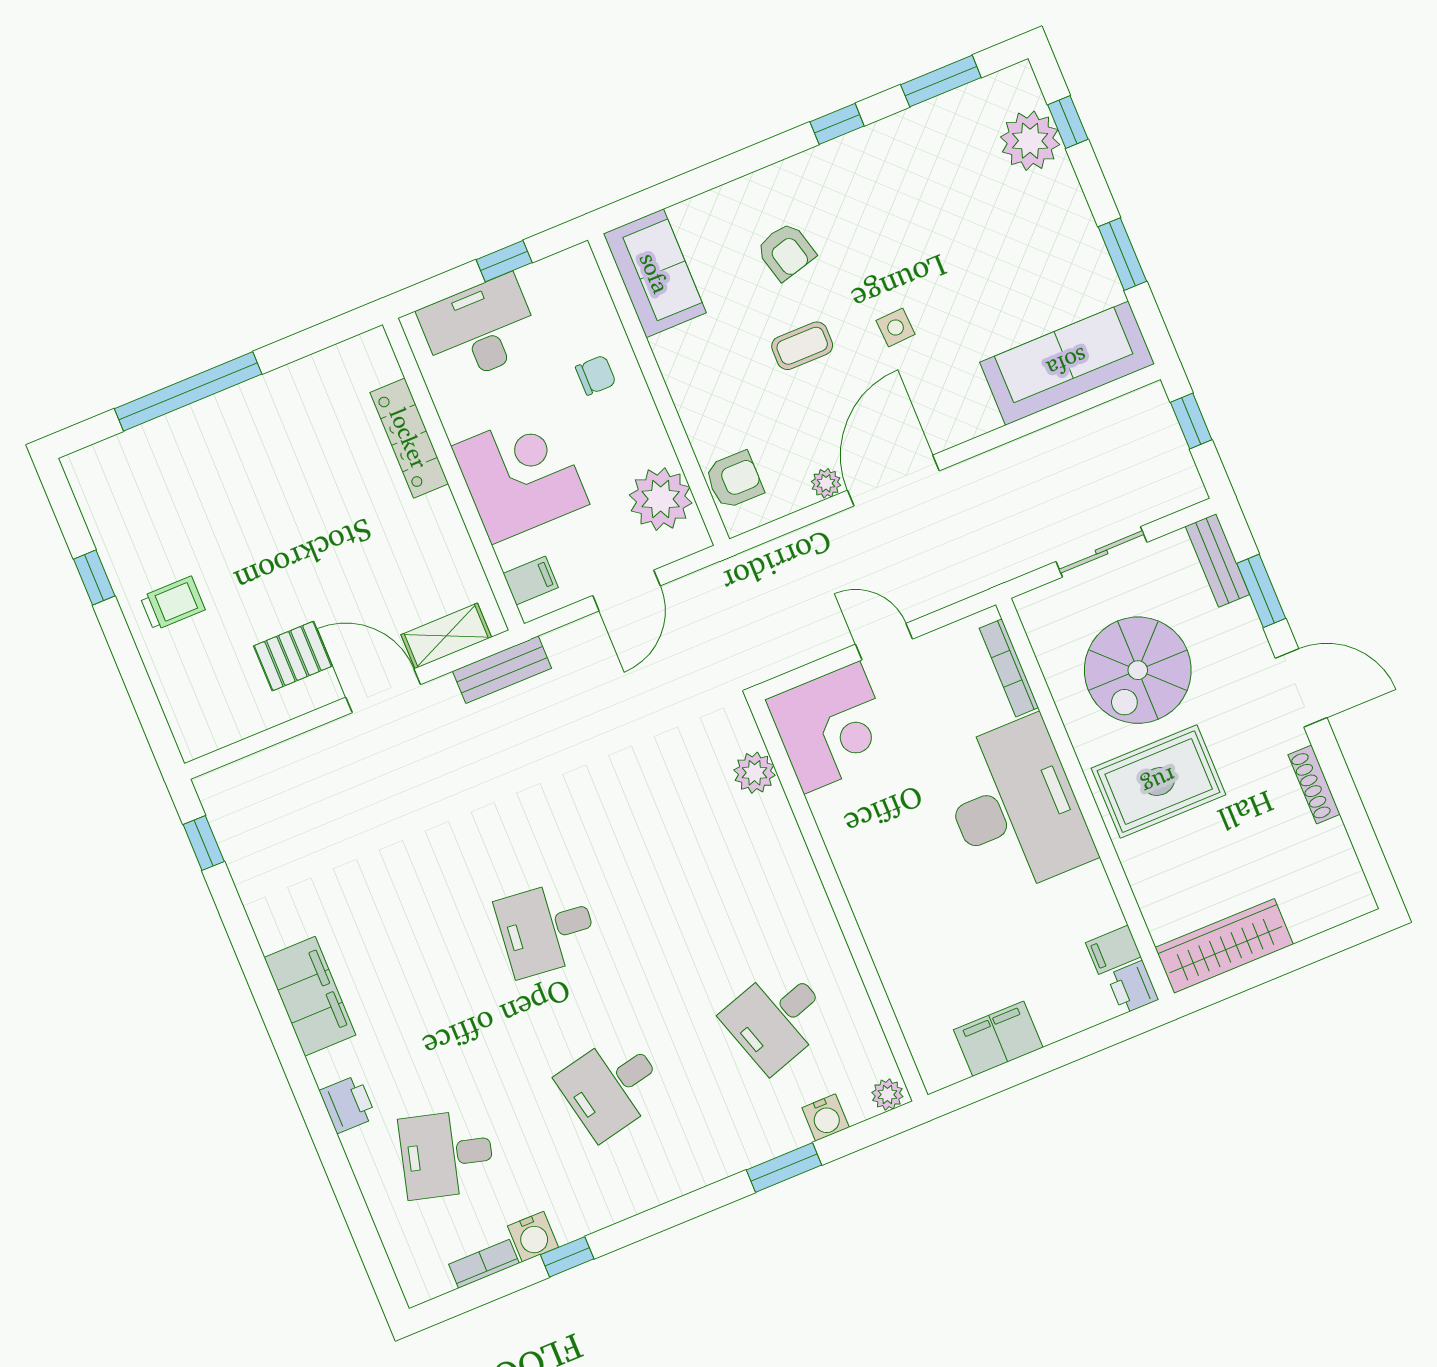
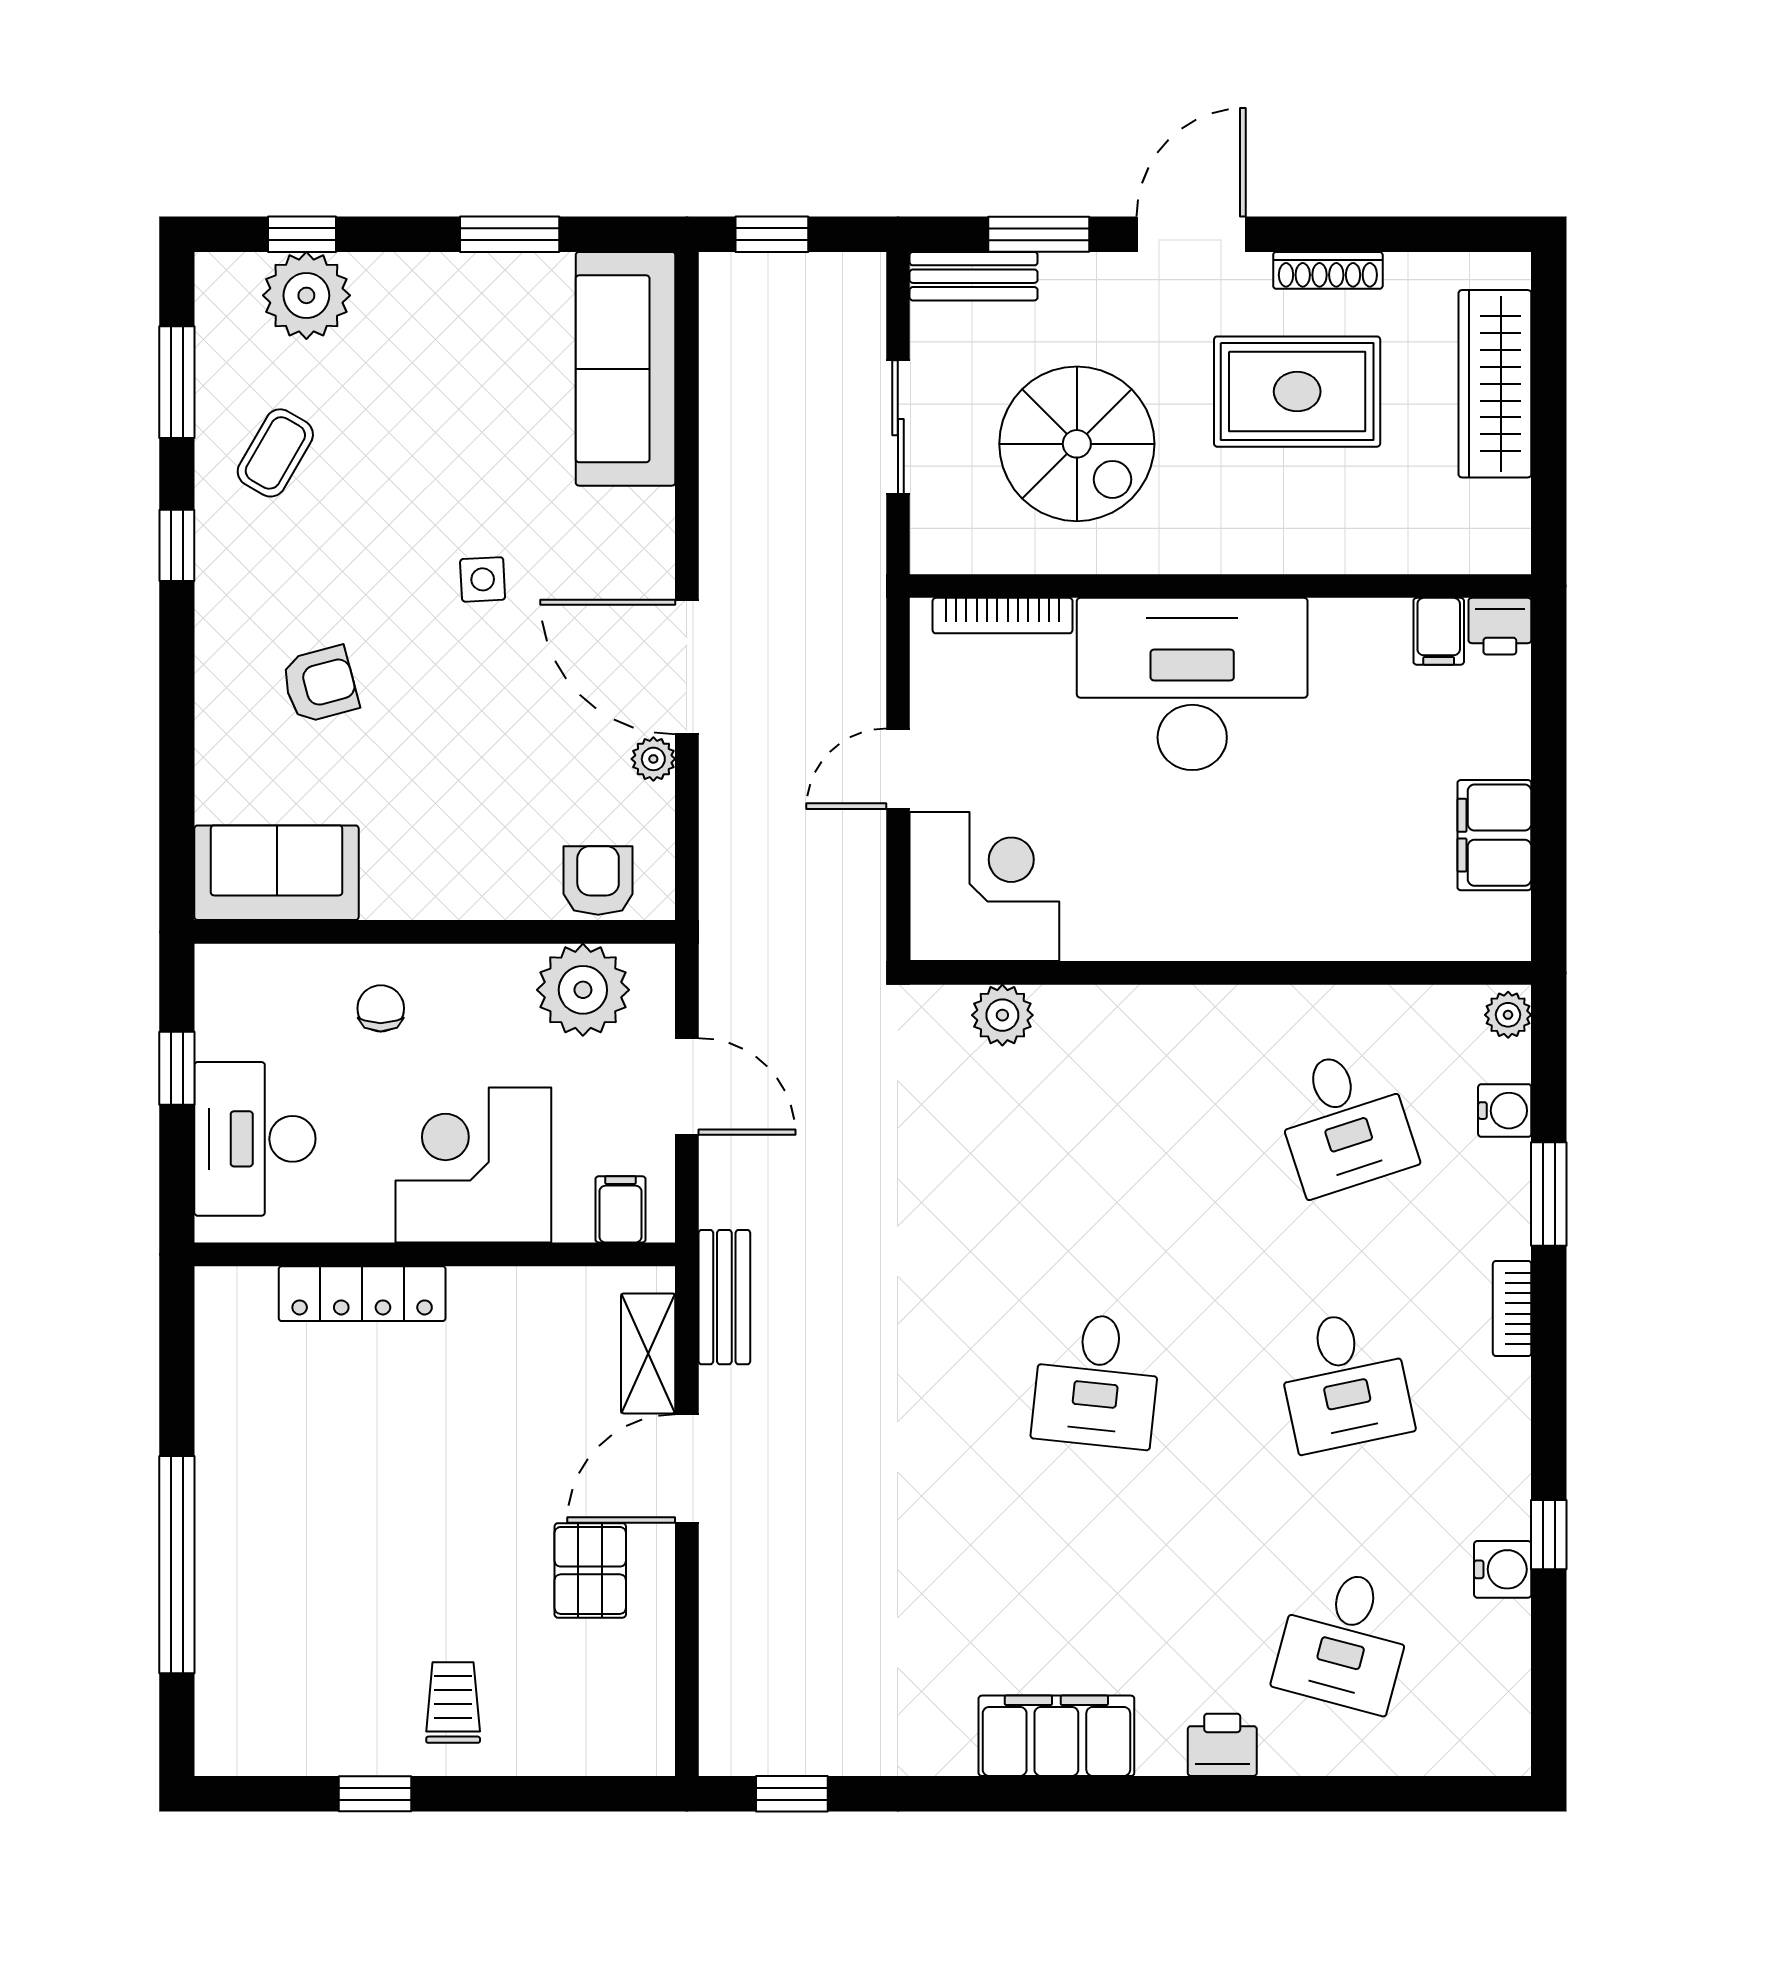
coffee table: (802, 346) -> (275, 453), moved, turned 30
rug: (1159, 782) -> (1297, 392), moved, turned 90
wardrobe: (1224, 946) -> (1495, 384), moved
bookcase: (484, 1264) -> (1512, 1309), moved

